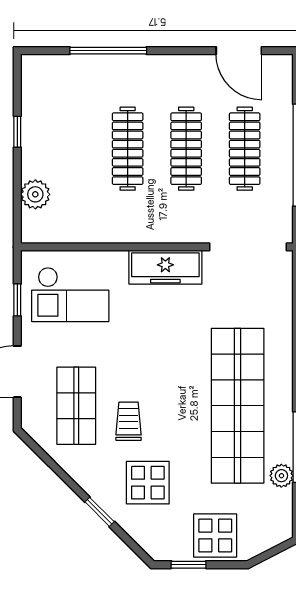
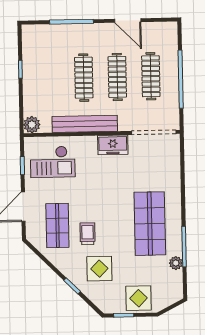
door: (239, 51) -> (128, 20), moved
plant: (35, 194) -> (32, 125), moved
bench: (128, 229) -> (85, 124), added
freezer: (165, 267) -> (113, 145), width x0.71
shop shelf: (238, 406) -> (150, 224), width x0.71

